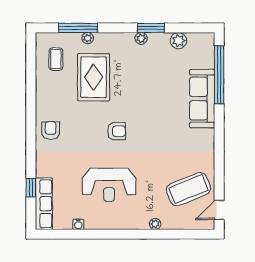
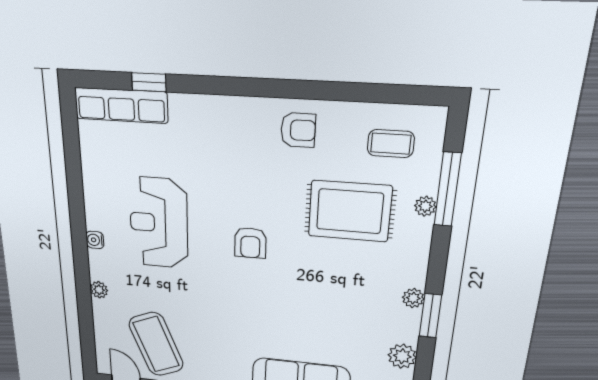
armchair: (51, 131) -> (298, 130), moved
water cooler: (78, 224) -> (95, 240), moved

